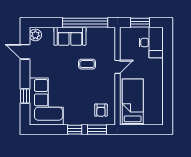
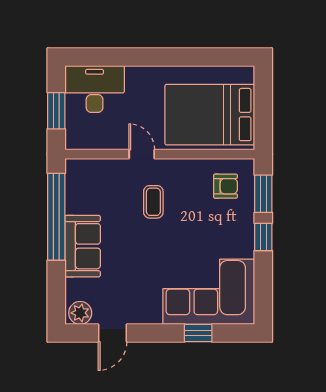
coffee table: (87, 64) -> (153, 202), moved
bed: (133, 102) -> (210, 115), width x1.50

